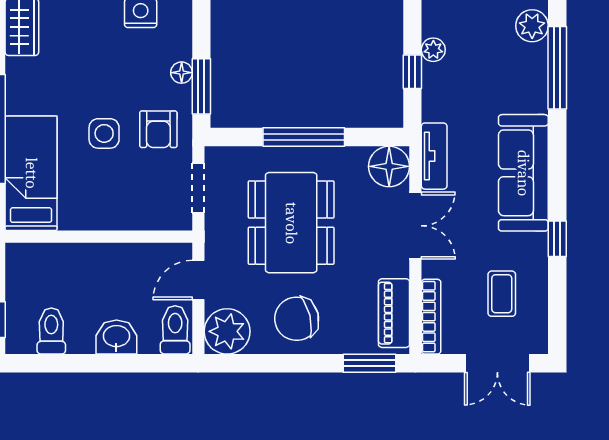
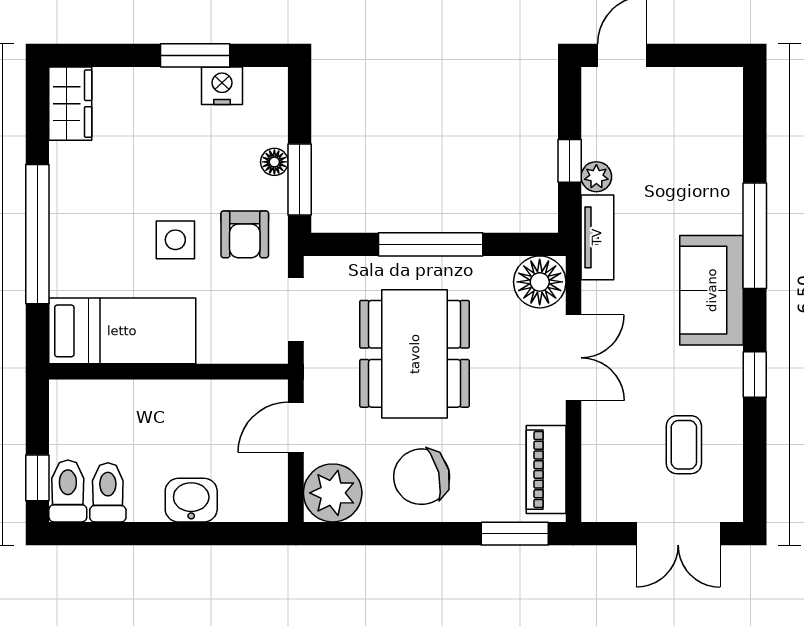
plant: (532, 26) -> (723, 102), removed
plant: (433, 50) -> (596, 177), moved
window: (557, 68) -> (755, 236), moved
tv unit: (434, 156) -> (597, 237), moved
bed: (31, 173) -> (122, 331), moved, turned 90
sofa: (523, 173) -> (712, 290), width x0.73
bookcase: (431, 317) -> (594, 474), removed
toilet: (175, 330) -> (68, 491), moved

